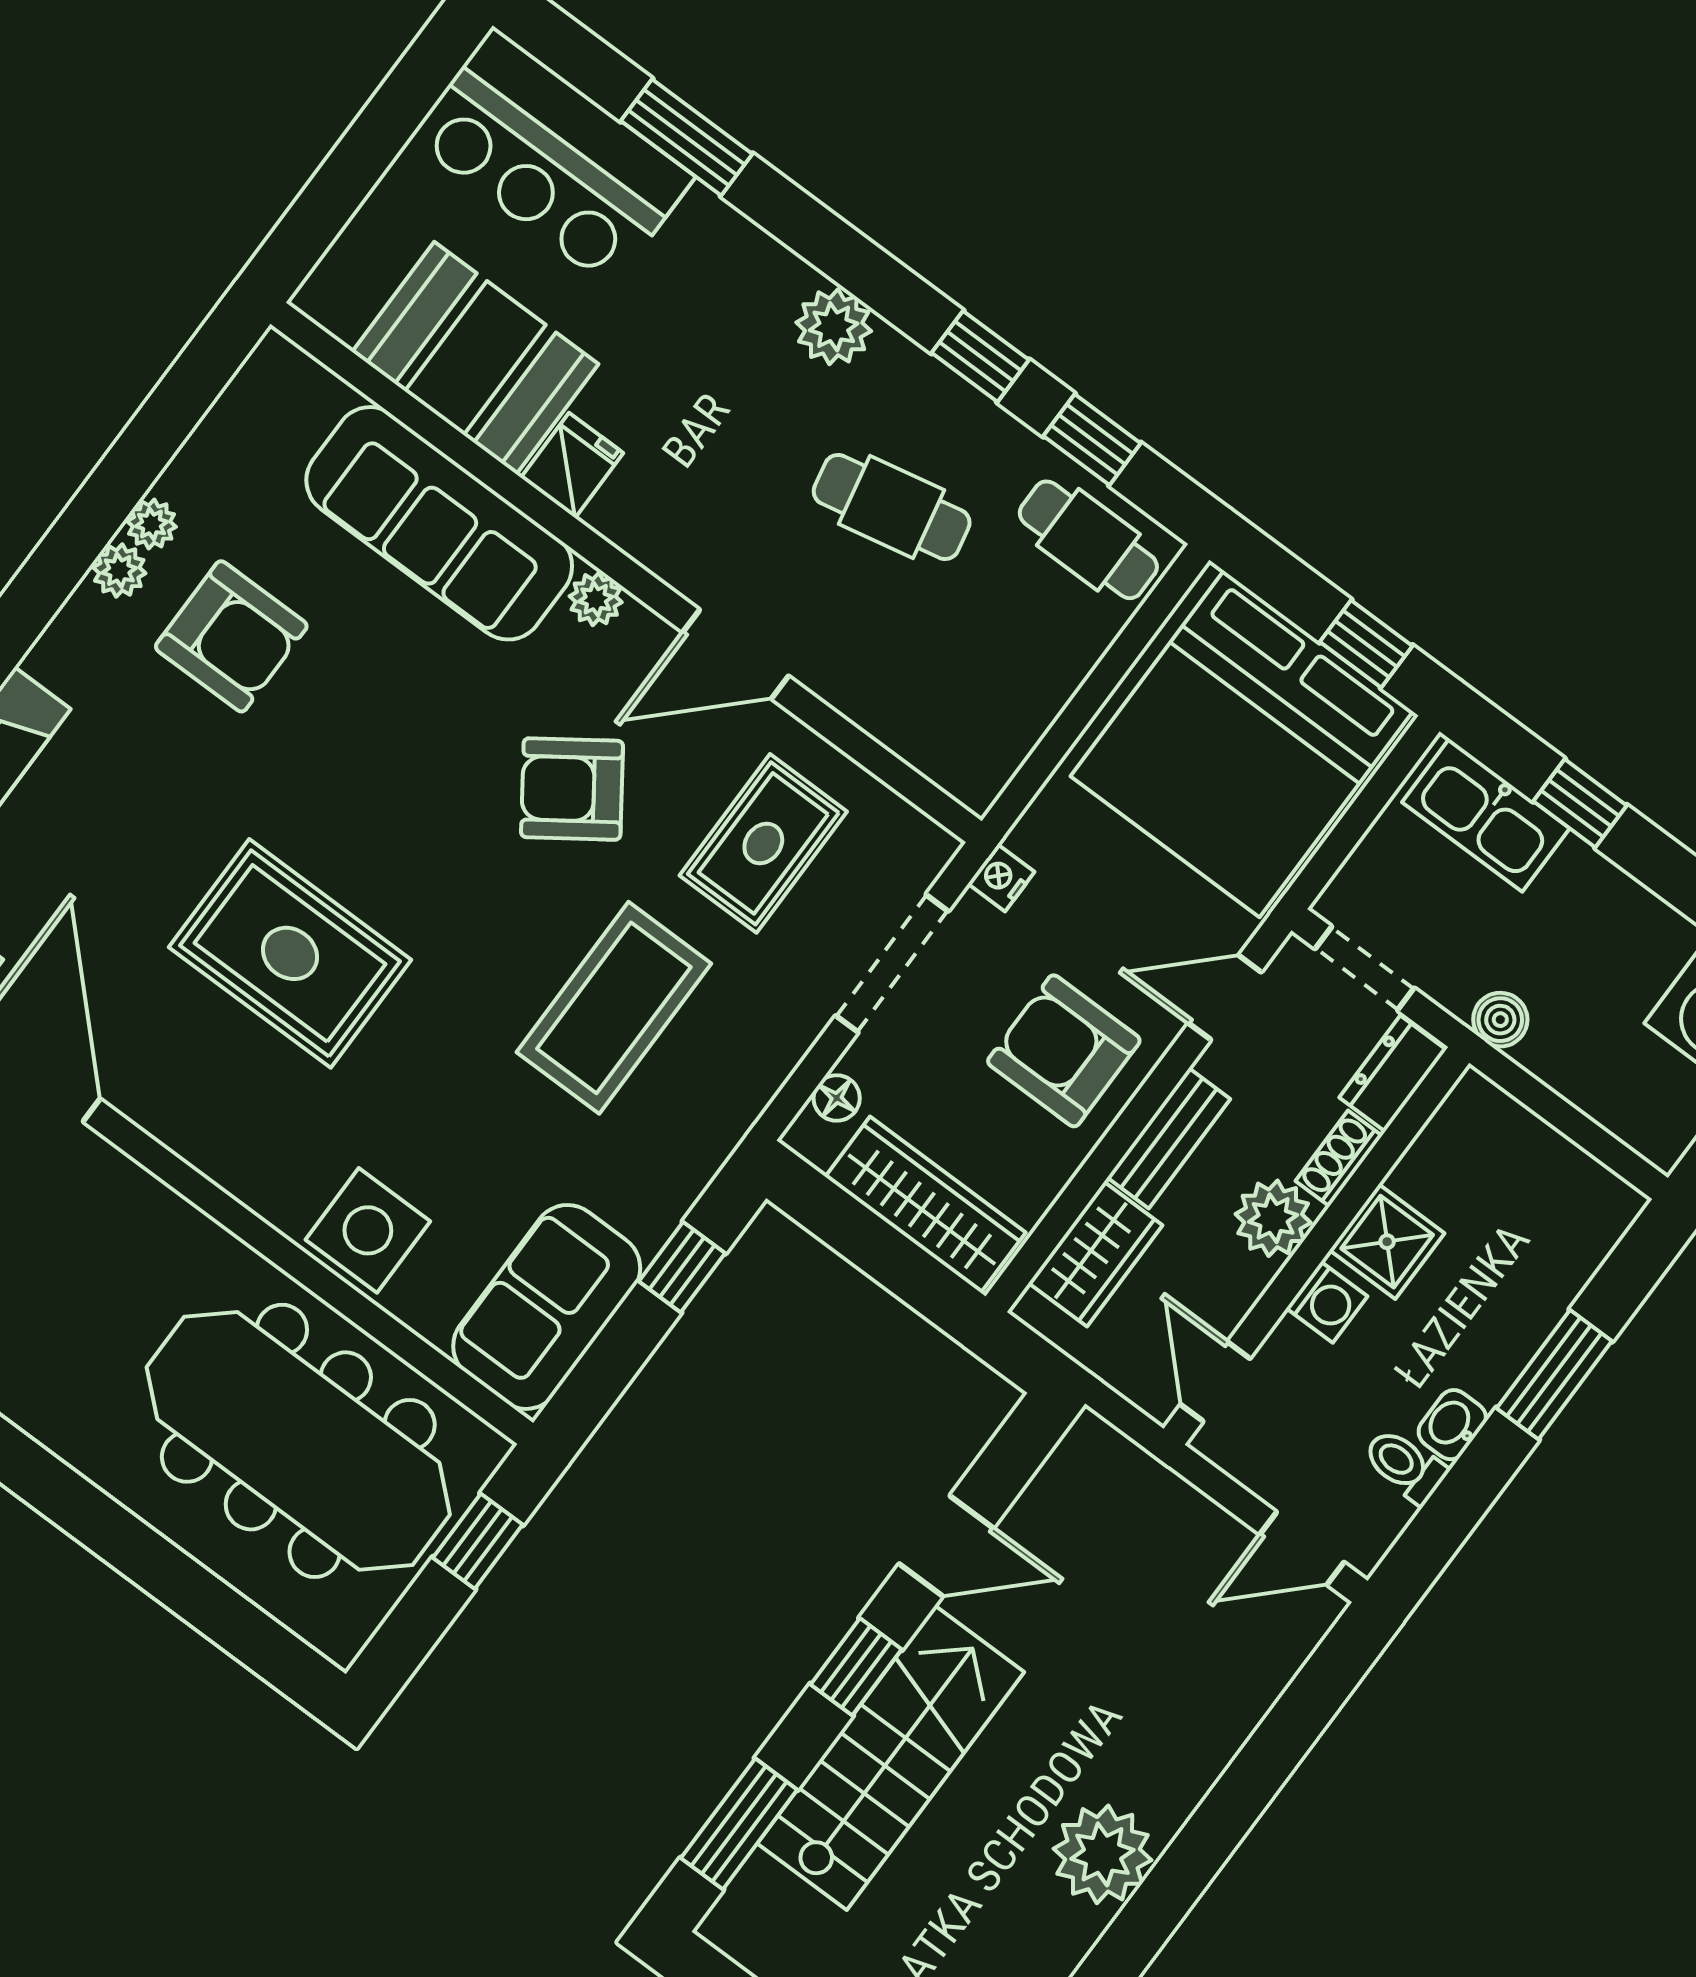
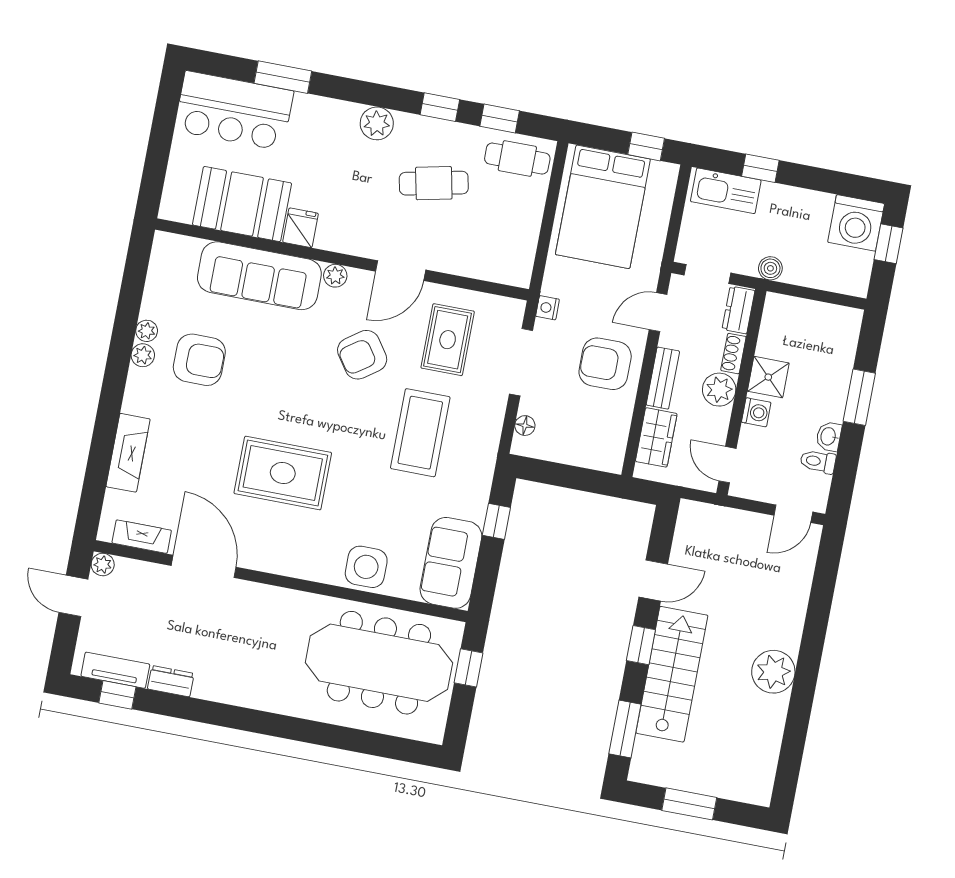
bed: (1242, 744) -> (603, 207), width x0.73
wardrobe: (925, 1205) -> (580, 450), removed

